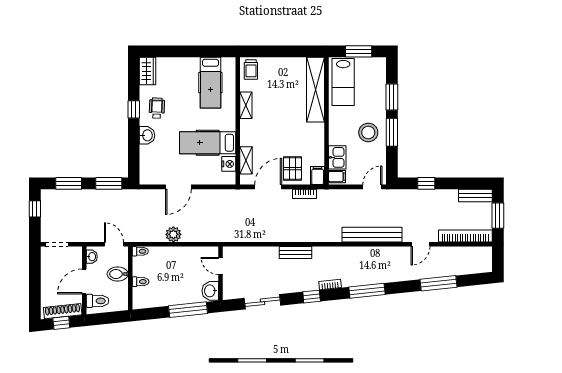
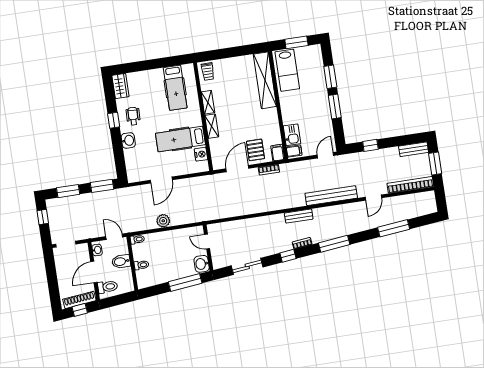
stool: (368, 132) -> (315, 110), removed
shelving: (246, 160) -> (212, 126), moved
bench: (295, 253) -> (299, 216), moved

